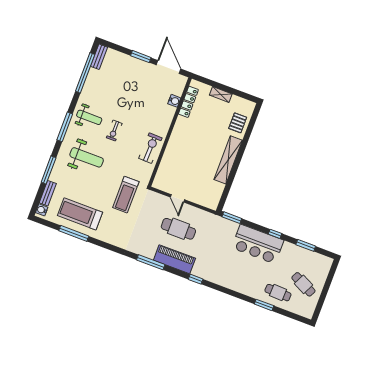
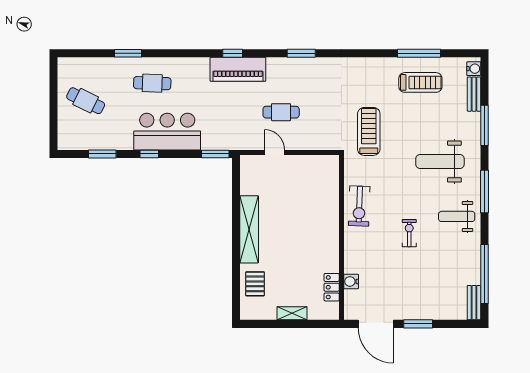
locker: (188, 102) -> (332, 287), width x0.66
exercise bike: (114, 131) -> (409, 233), moved
door: (177, 198) -> (274, 152), moved
treadmill: (80, 214) -> (420, 82), width x0.73, depth x0.73
cafe table: (178, 229) -> (281, 112), width x0.73, depth x0.74
piano: (174, 259) -> (238, 69), moved
window: (151, 262) -> (301, 53), width x0.69
cafe table: (278, 293) -> (152, 83), moved

